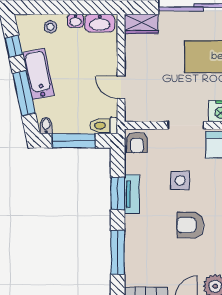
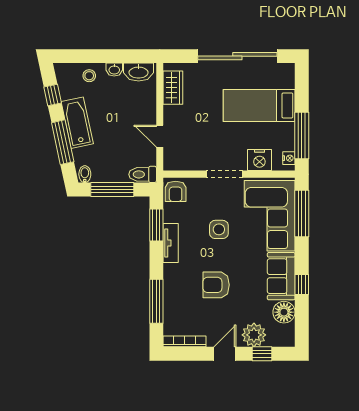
wardrobe: (141, 24) -> (173, 88), moved, turned -90
window: (118, 193) -> (156, 225), moved
armchair: (190, 225) -> (216, 285), moved

